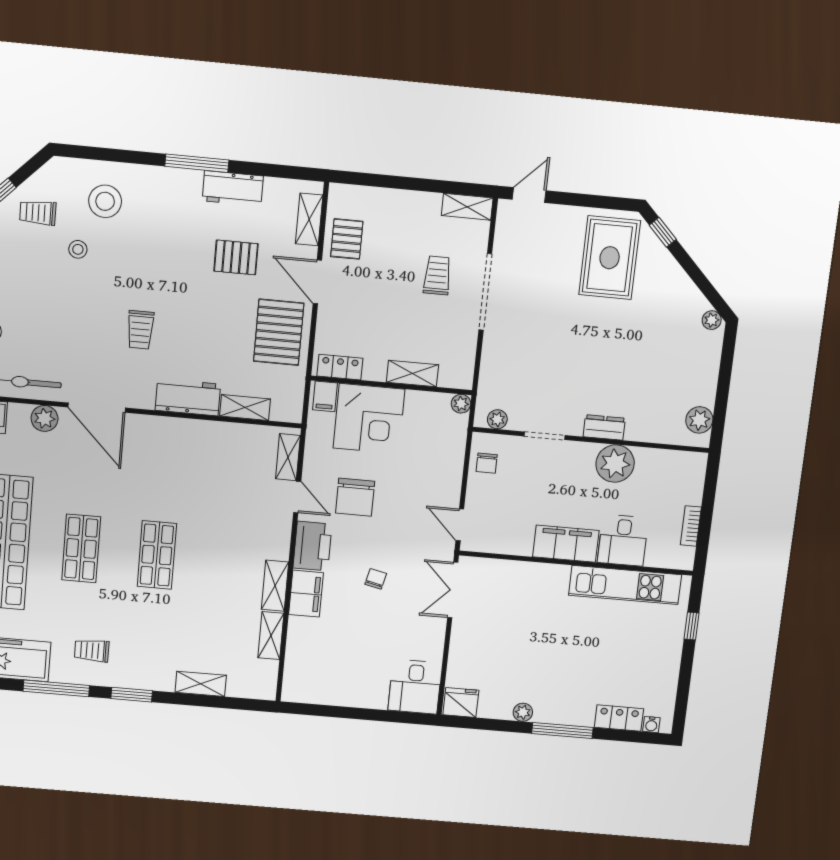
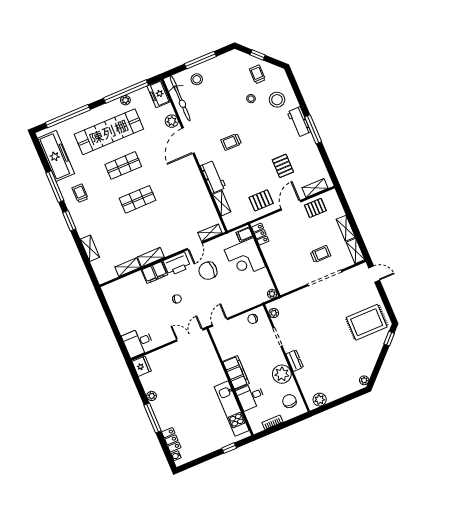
workbench: (233, 188) -> (299, 122), moved
pallet: (279, 332) -> (261, 200), width x0.67, depth x0.71
shelving: (413, 374) -> (346, 228), moved
chair: (671, 476) -> (289, 401), added

